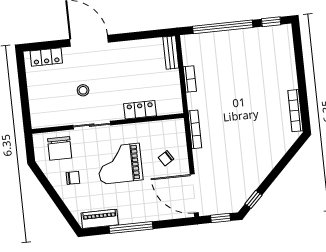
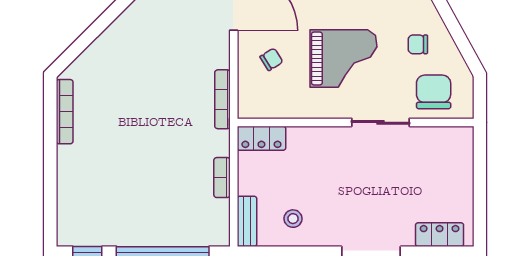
stool: (83, 90) -> (293, 219), moved
locker: (140, 110) -> (261, 138), moved

